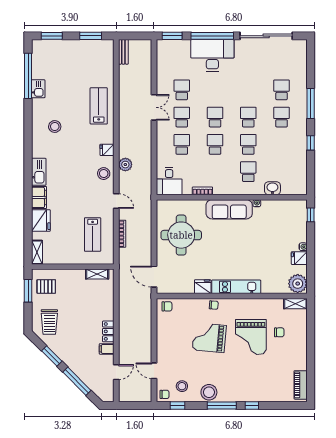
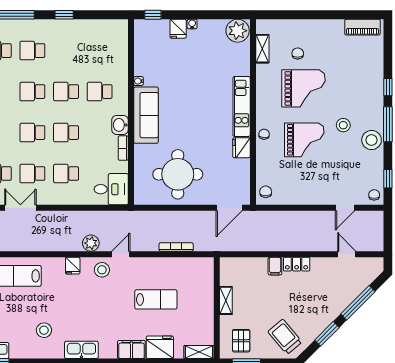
kitchen sink: (39, 172) -> (81, 350), moved
washbasin: (272, 188) -> (120, 125), moved
door: (116, 201) -> (121, 254), moved
lab bench: (93, 234) -> (156, 299), moved
fridge: (299, 258) -> (178, 29), moved
shelving: (97, 274) -> (226, 300), moved
shelving: (295, 304) -> (262, 49), moved
trolley: (49, 322) -> (285, 337), turned -130
grand piano: (209, 338) -> (304, 140), turned -95
filing cabinet: (107, 349) -> (275, 266), moved
stool: (182, 386) -> (343, 125), moved

